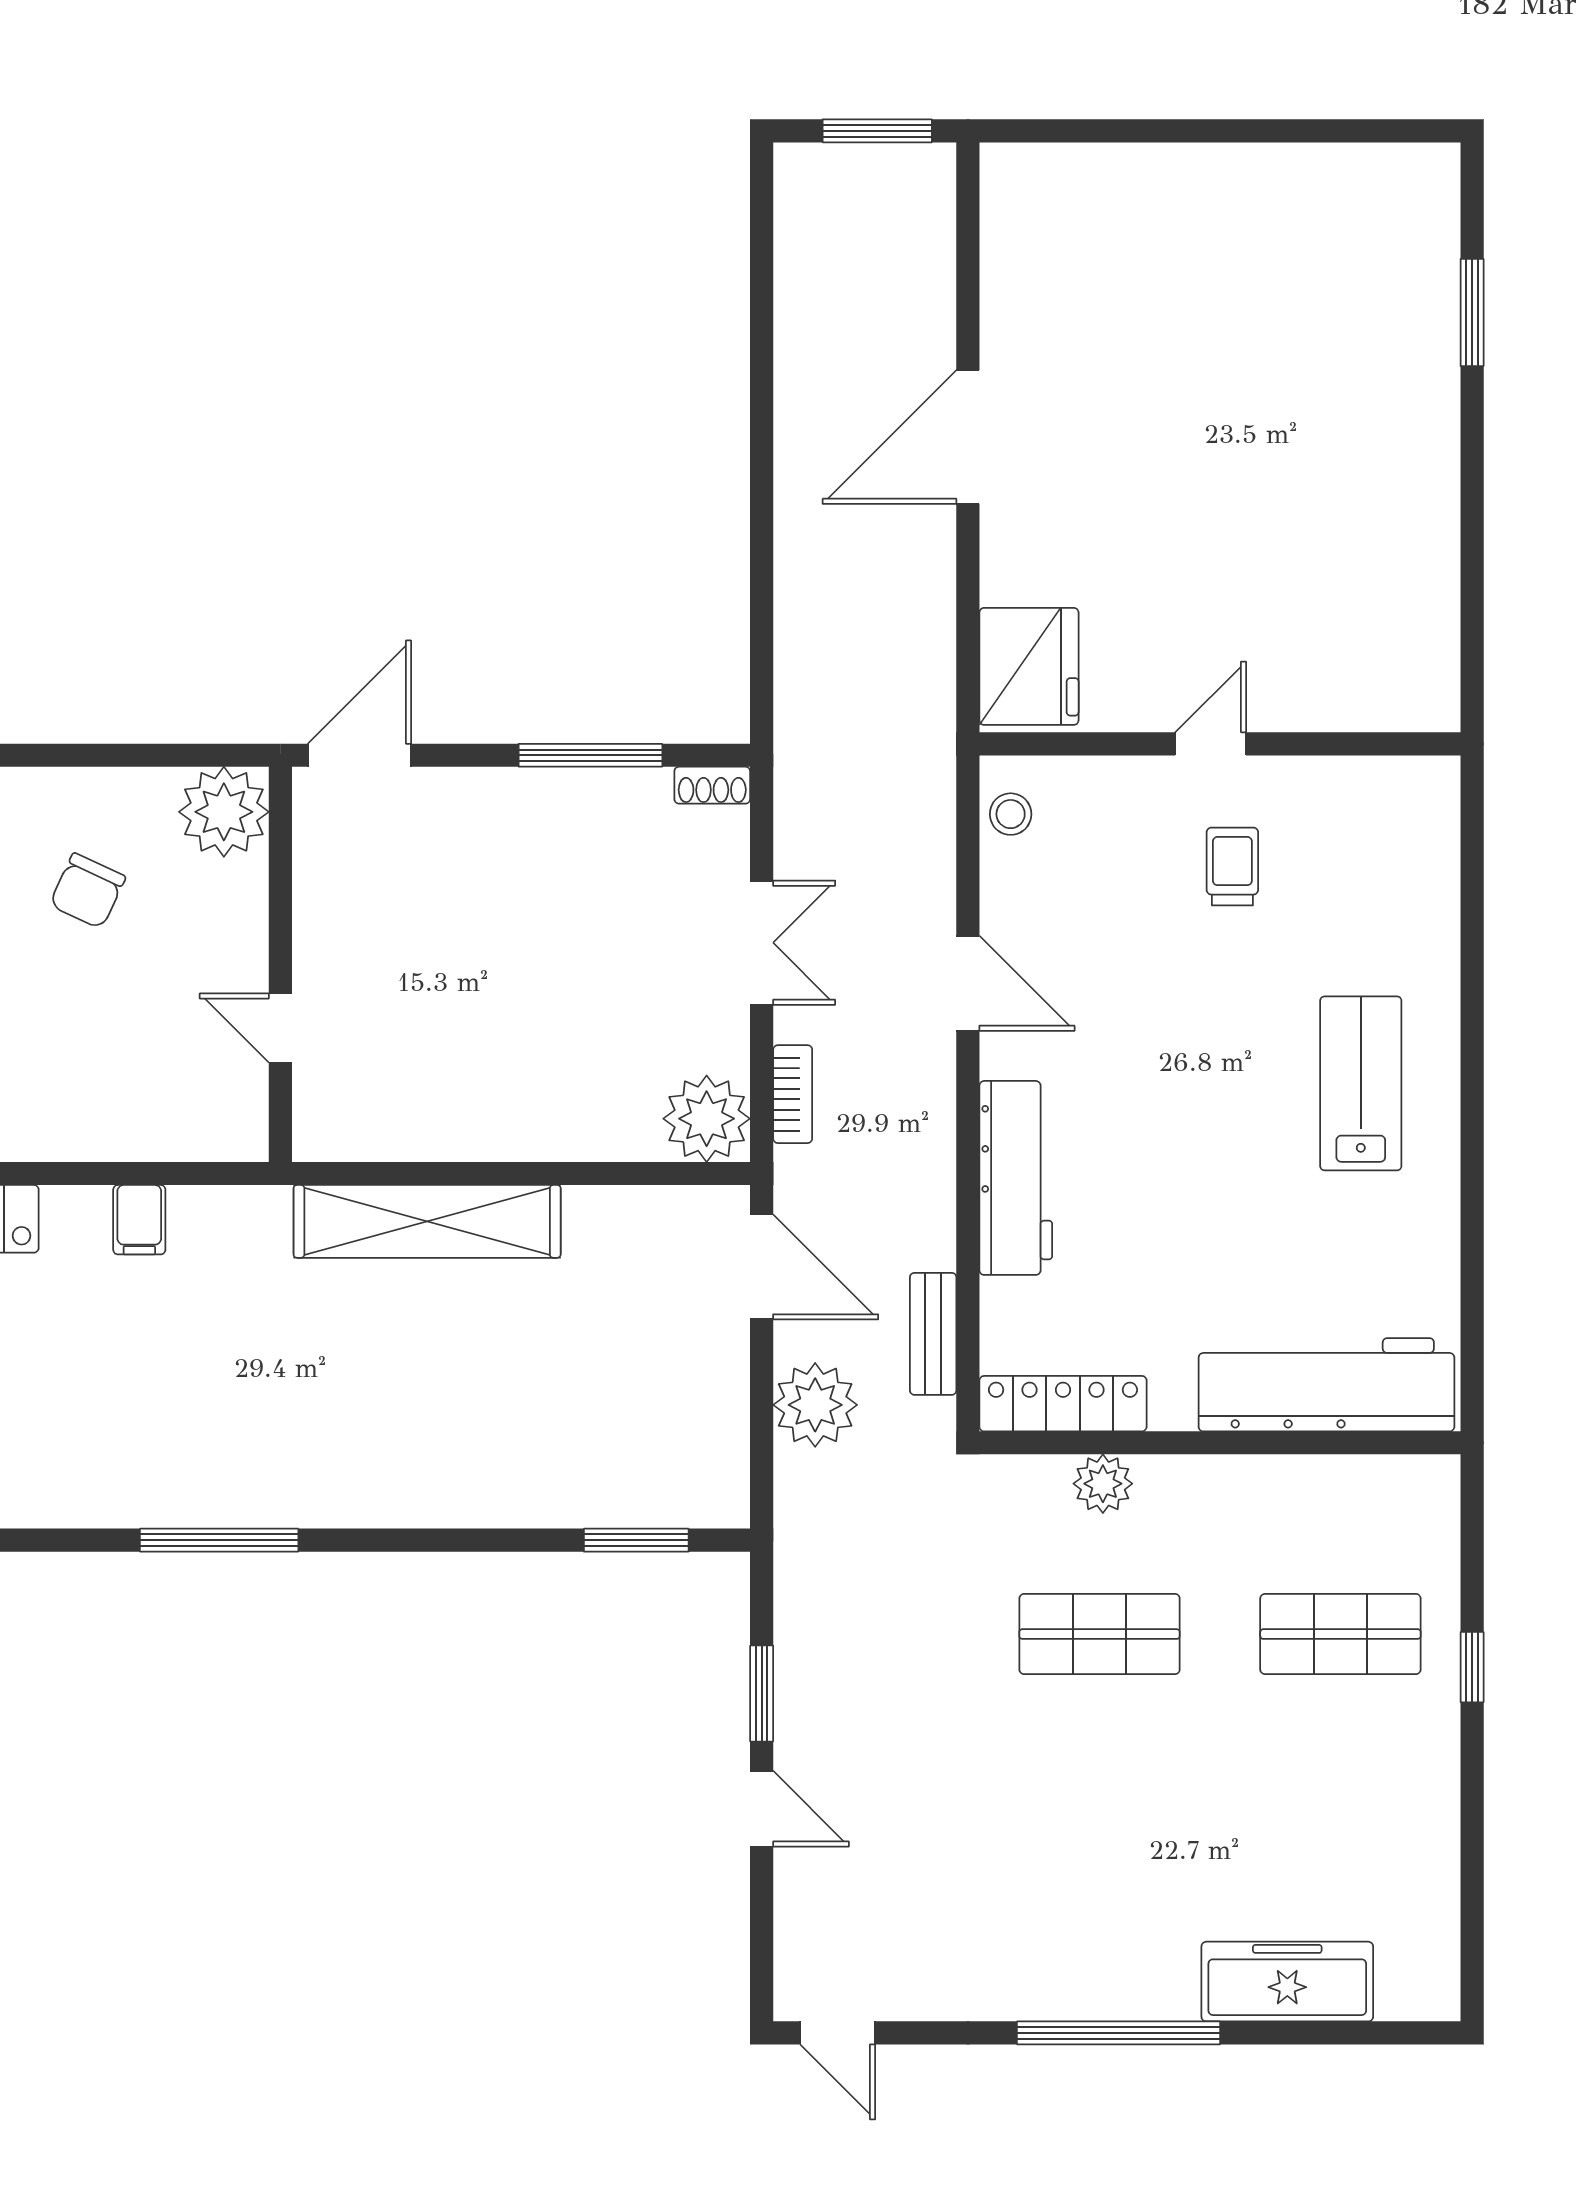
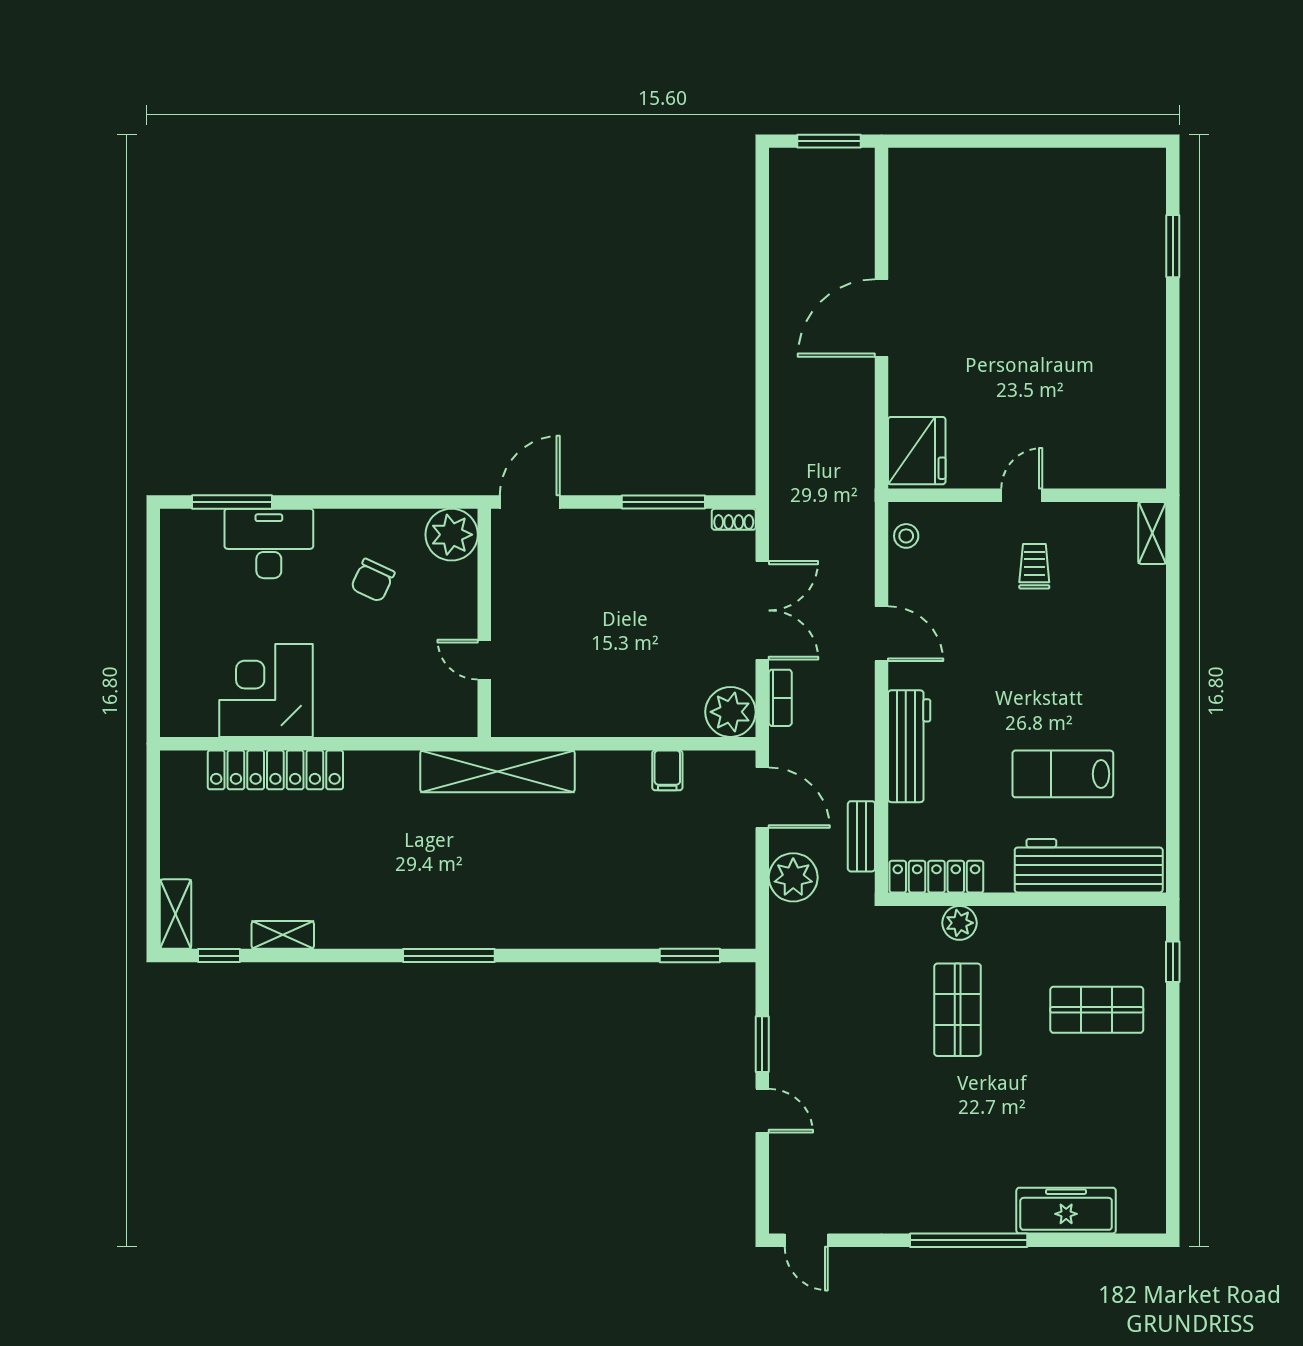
shelving: (1436, 809) -> (1152, 533), added
double door: (762, 943) -> (762, 610), width x1.37
lab bench: (1361, 1083) -> (1063, 774), moved, turned -90
filing cabinet: (139, 1220) -> (667, 770), moved
shelving: (427, 1221) -> (497, 771), moved
shop shelf: (1100, 1634) -> (958, 1010), turned 90
window: (1472, 1667) -> (1173, 962), moved

